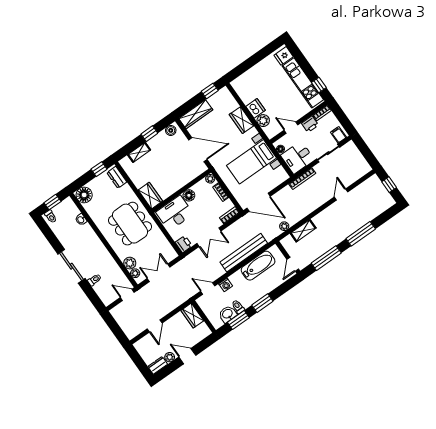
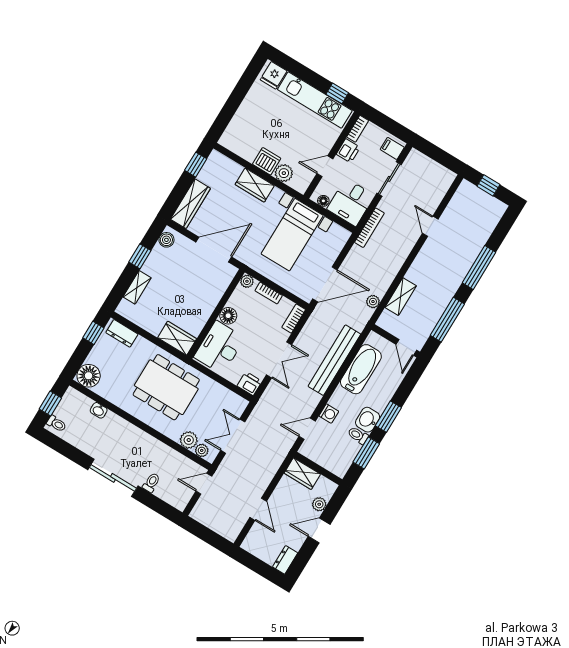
washbasin: (228, 314) -> (368, 420), moved
plant: (170, 357) -> (319, 504), moved

